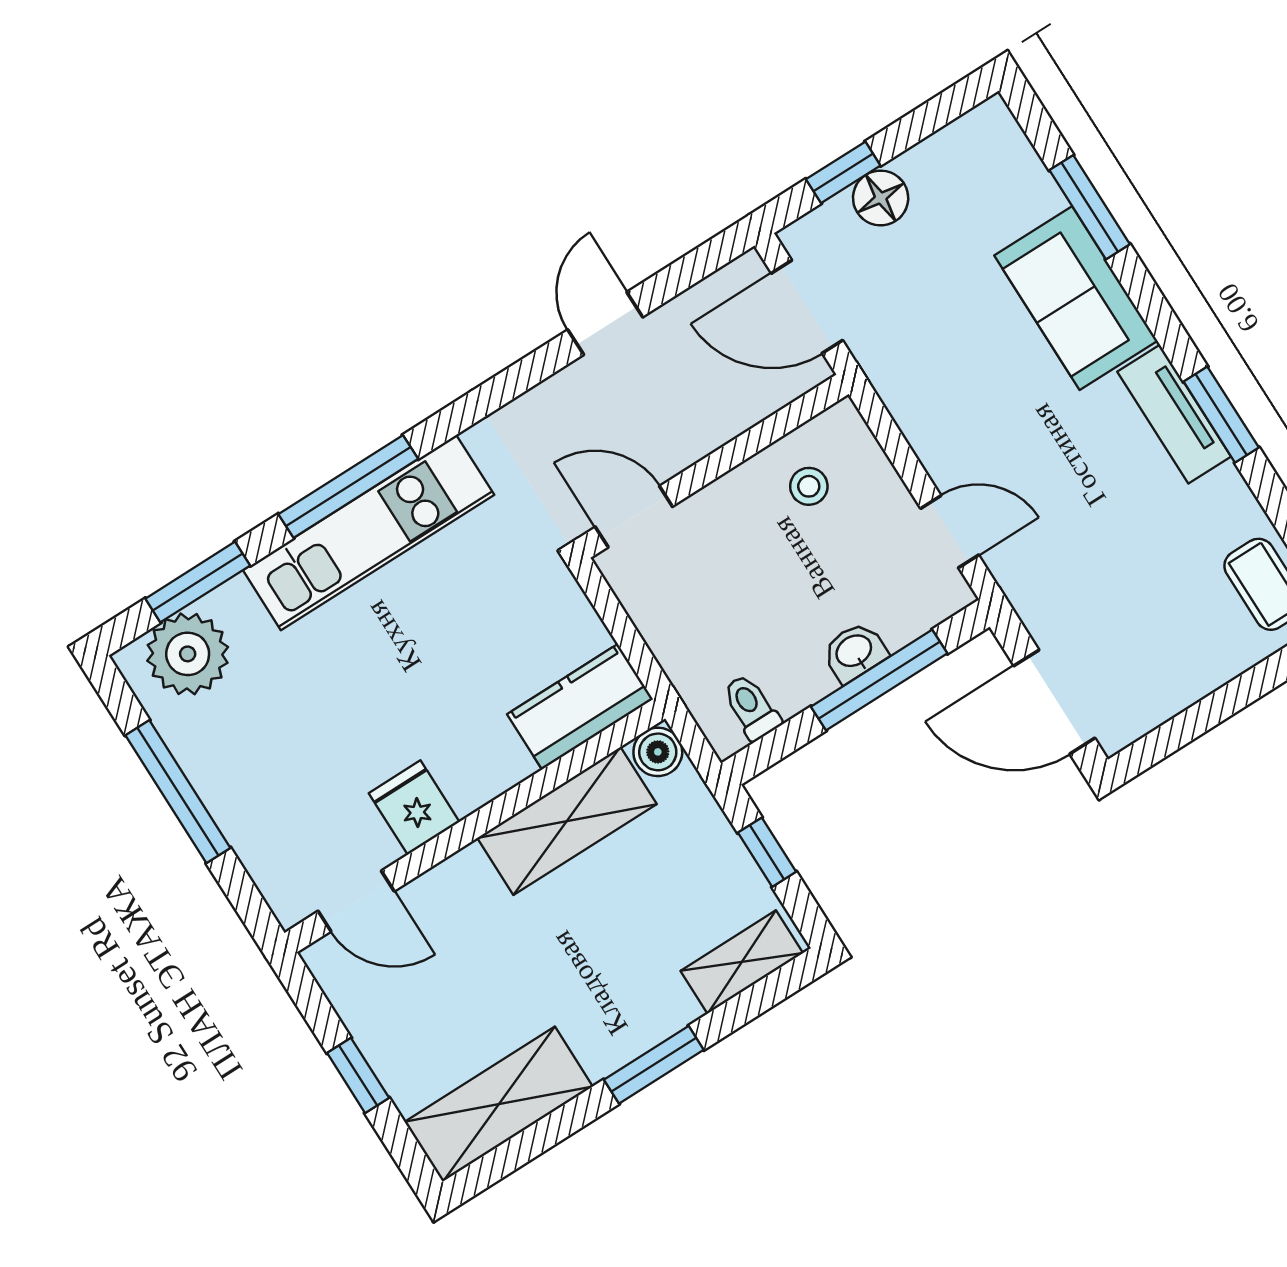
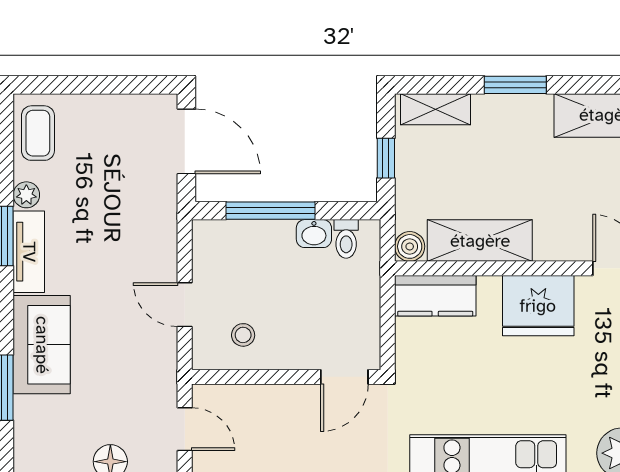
door: (807, 307) -> (185, 429), width x0.73
plant: (1227, 490) -> (26, 195), added
door: (634, 517) -> (344, 377), hinge flipped
door: (950, 532) -> (185, 305), moved
washbasin: (854, 652) -> (314, 234), moved
fridge: (414, 808) -> (538, 306), width x1.88, depth x1.34

